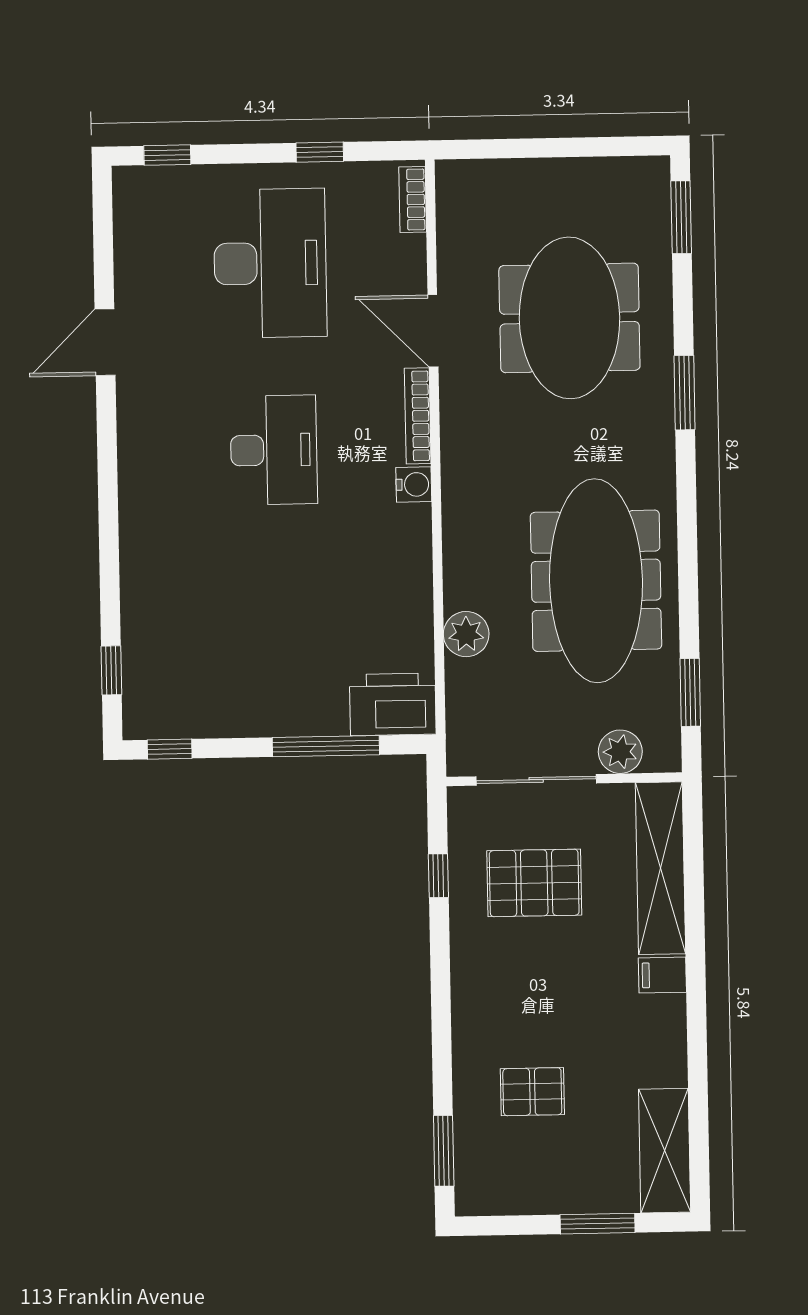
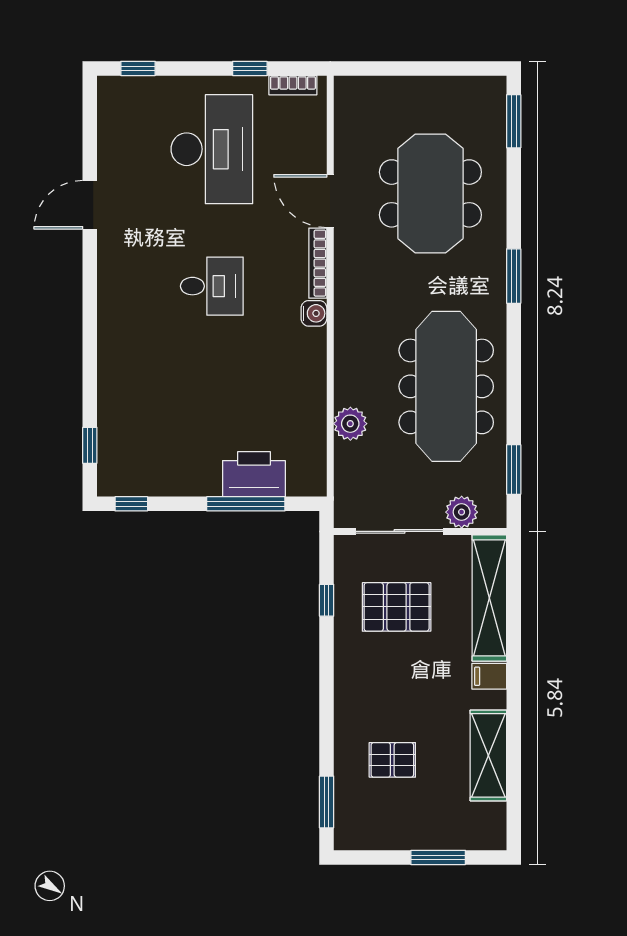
bookcase: (413, 200) -> (293, 85), moved, turned -90
window: (685, 393) -> (514, 276), moved
desk: (274, 450) -> (212, 286), width x0.73
printer: (393, 704) -> (254, 474), moved
shelving: (665, 1151) -> (488, 755), moved

